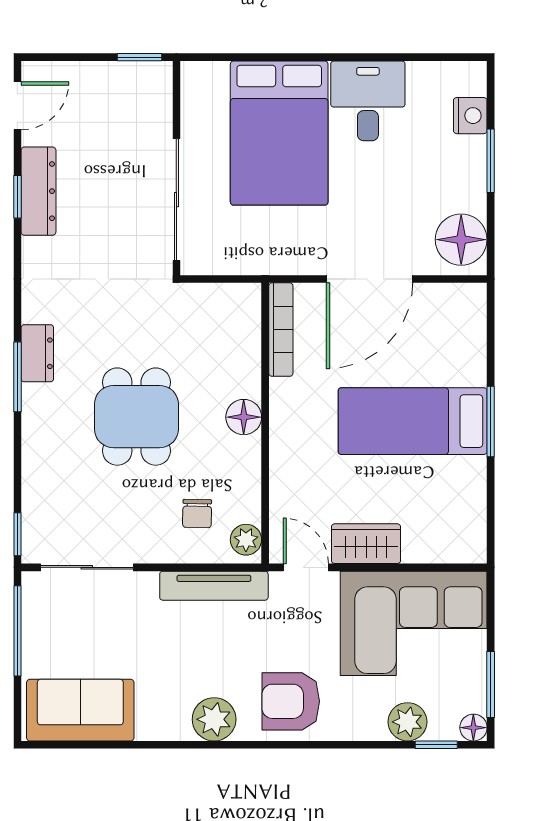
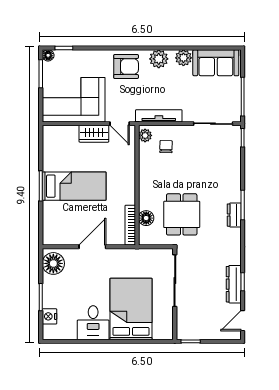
door: (369, 279) -> (92, 247), width x0.73
dining table: (136, 417) -> (182, 214), moved
floor lamp: (244, 417) -> (146, 218), moved
plant: (407, 722) -> (183, 58), moved

